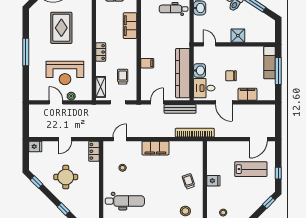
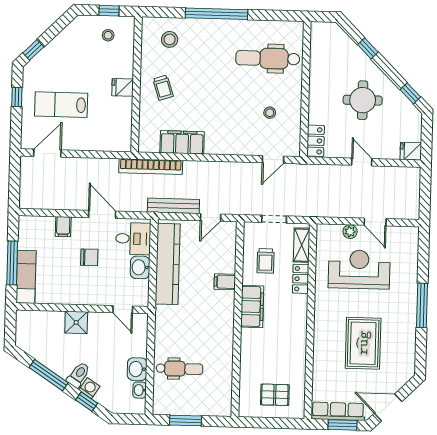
filing cabinet: (130, 26) -> (252, 306), moved
locker: (101, 52) -> (301, 279), moved
filing cabinet: (247, 94) -> (63, 227), width x0.50
door: (65, 139) -> (362, 162), hinge flipped
filing cabinet: (155, 148) -> (182, 142), moved

